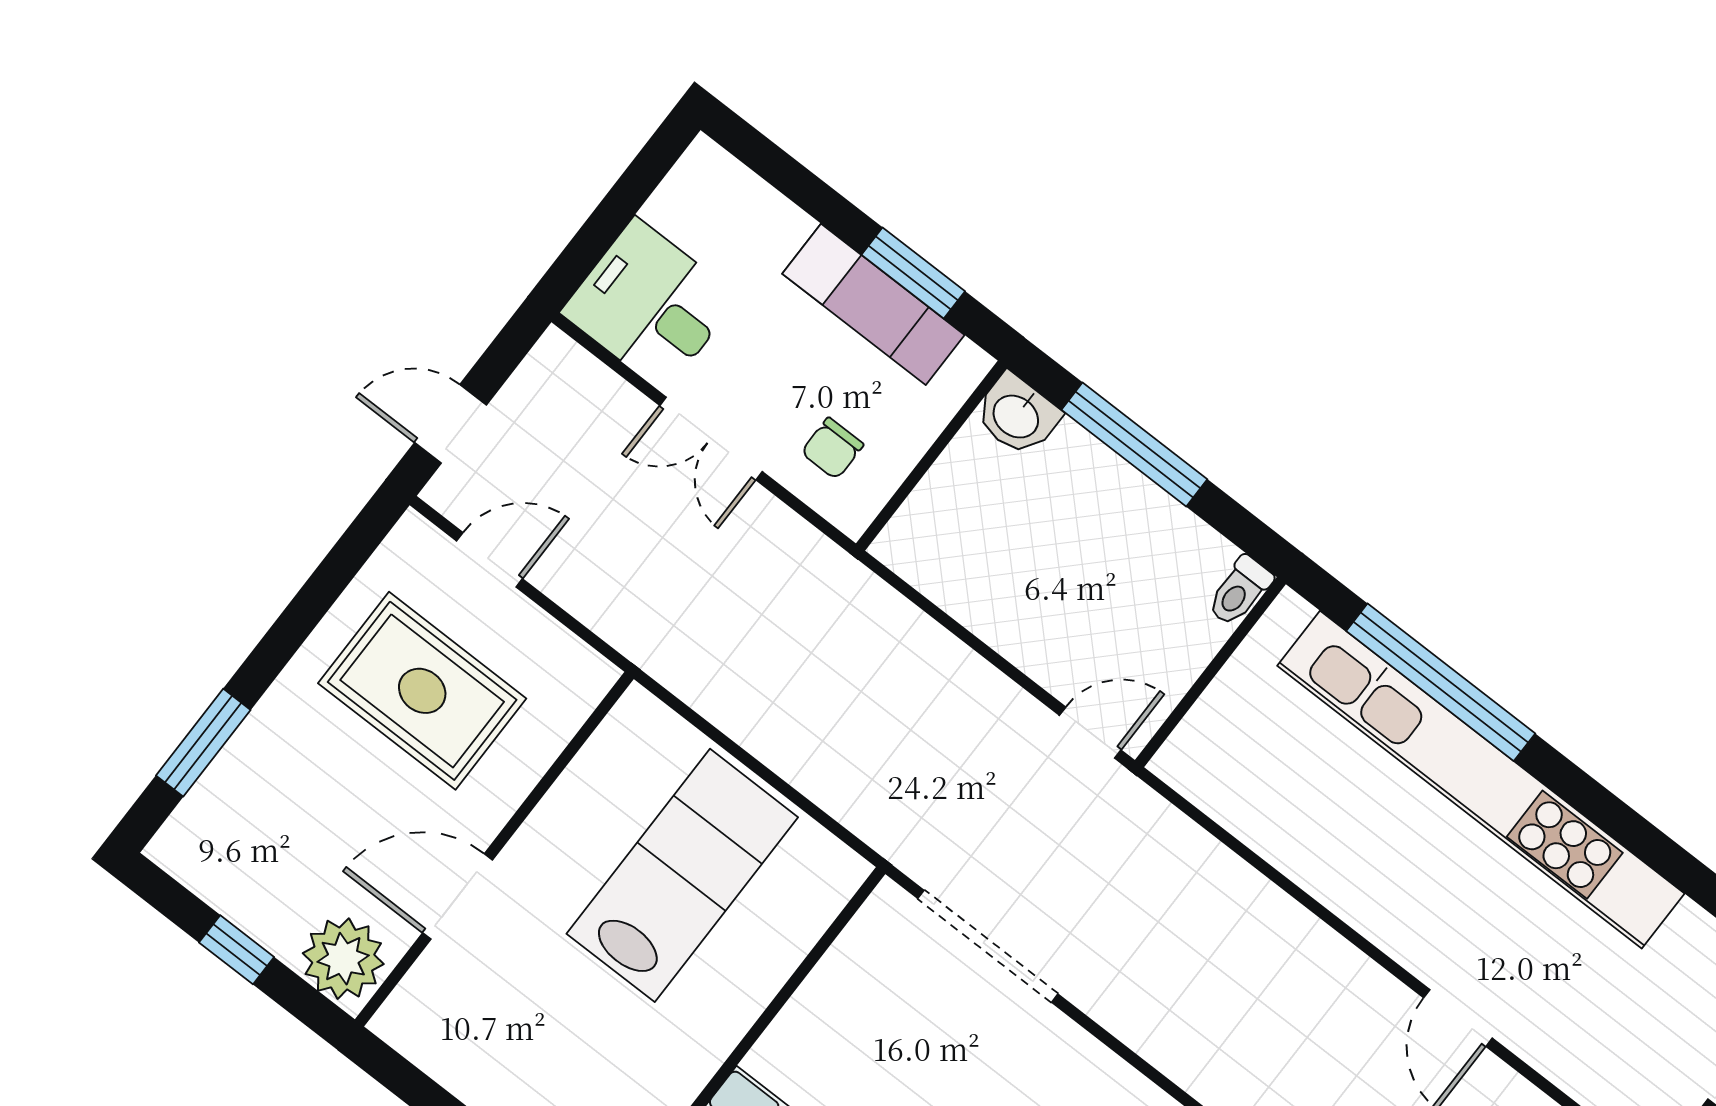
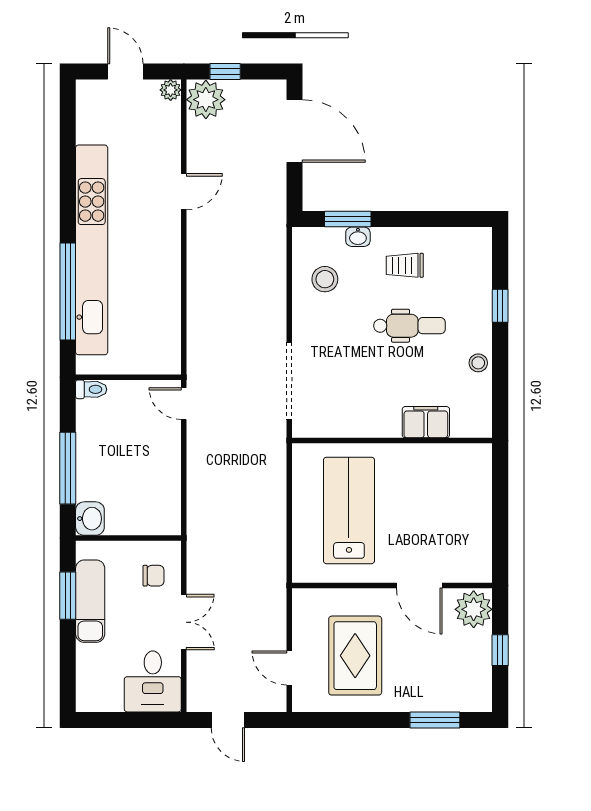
door: (451, 424) -> (228, 720), moved
lab bench: (682, 875) -> (349, 510), turned 90

